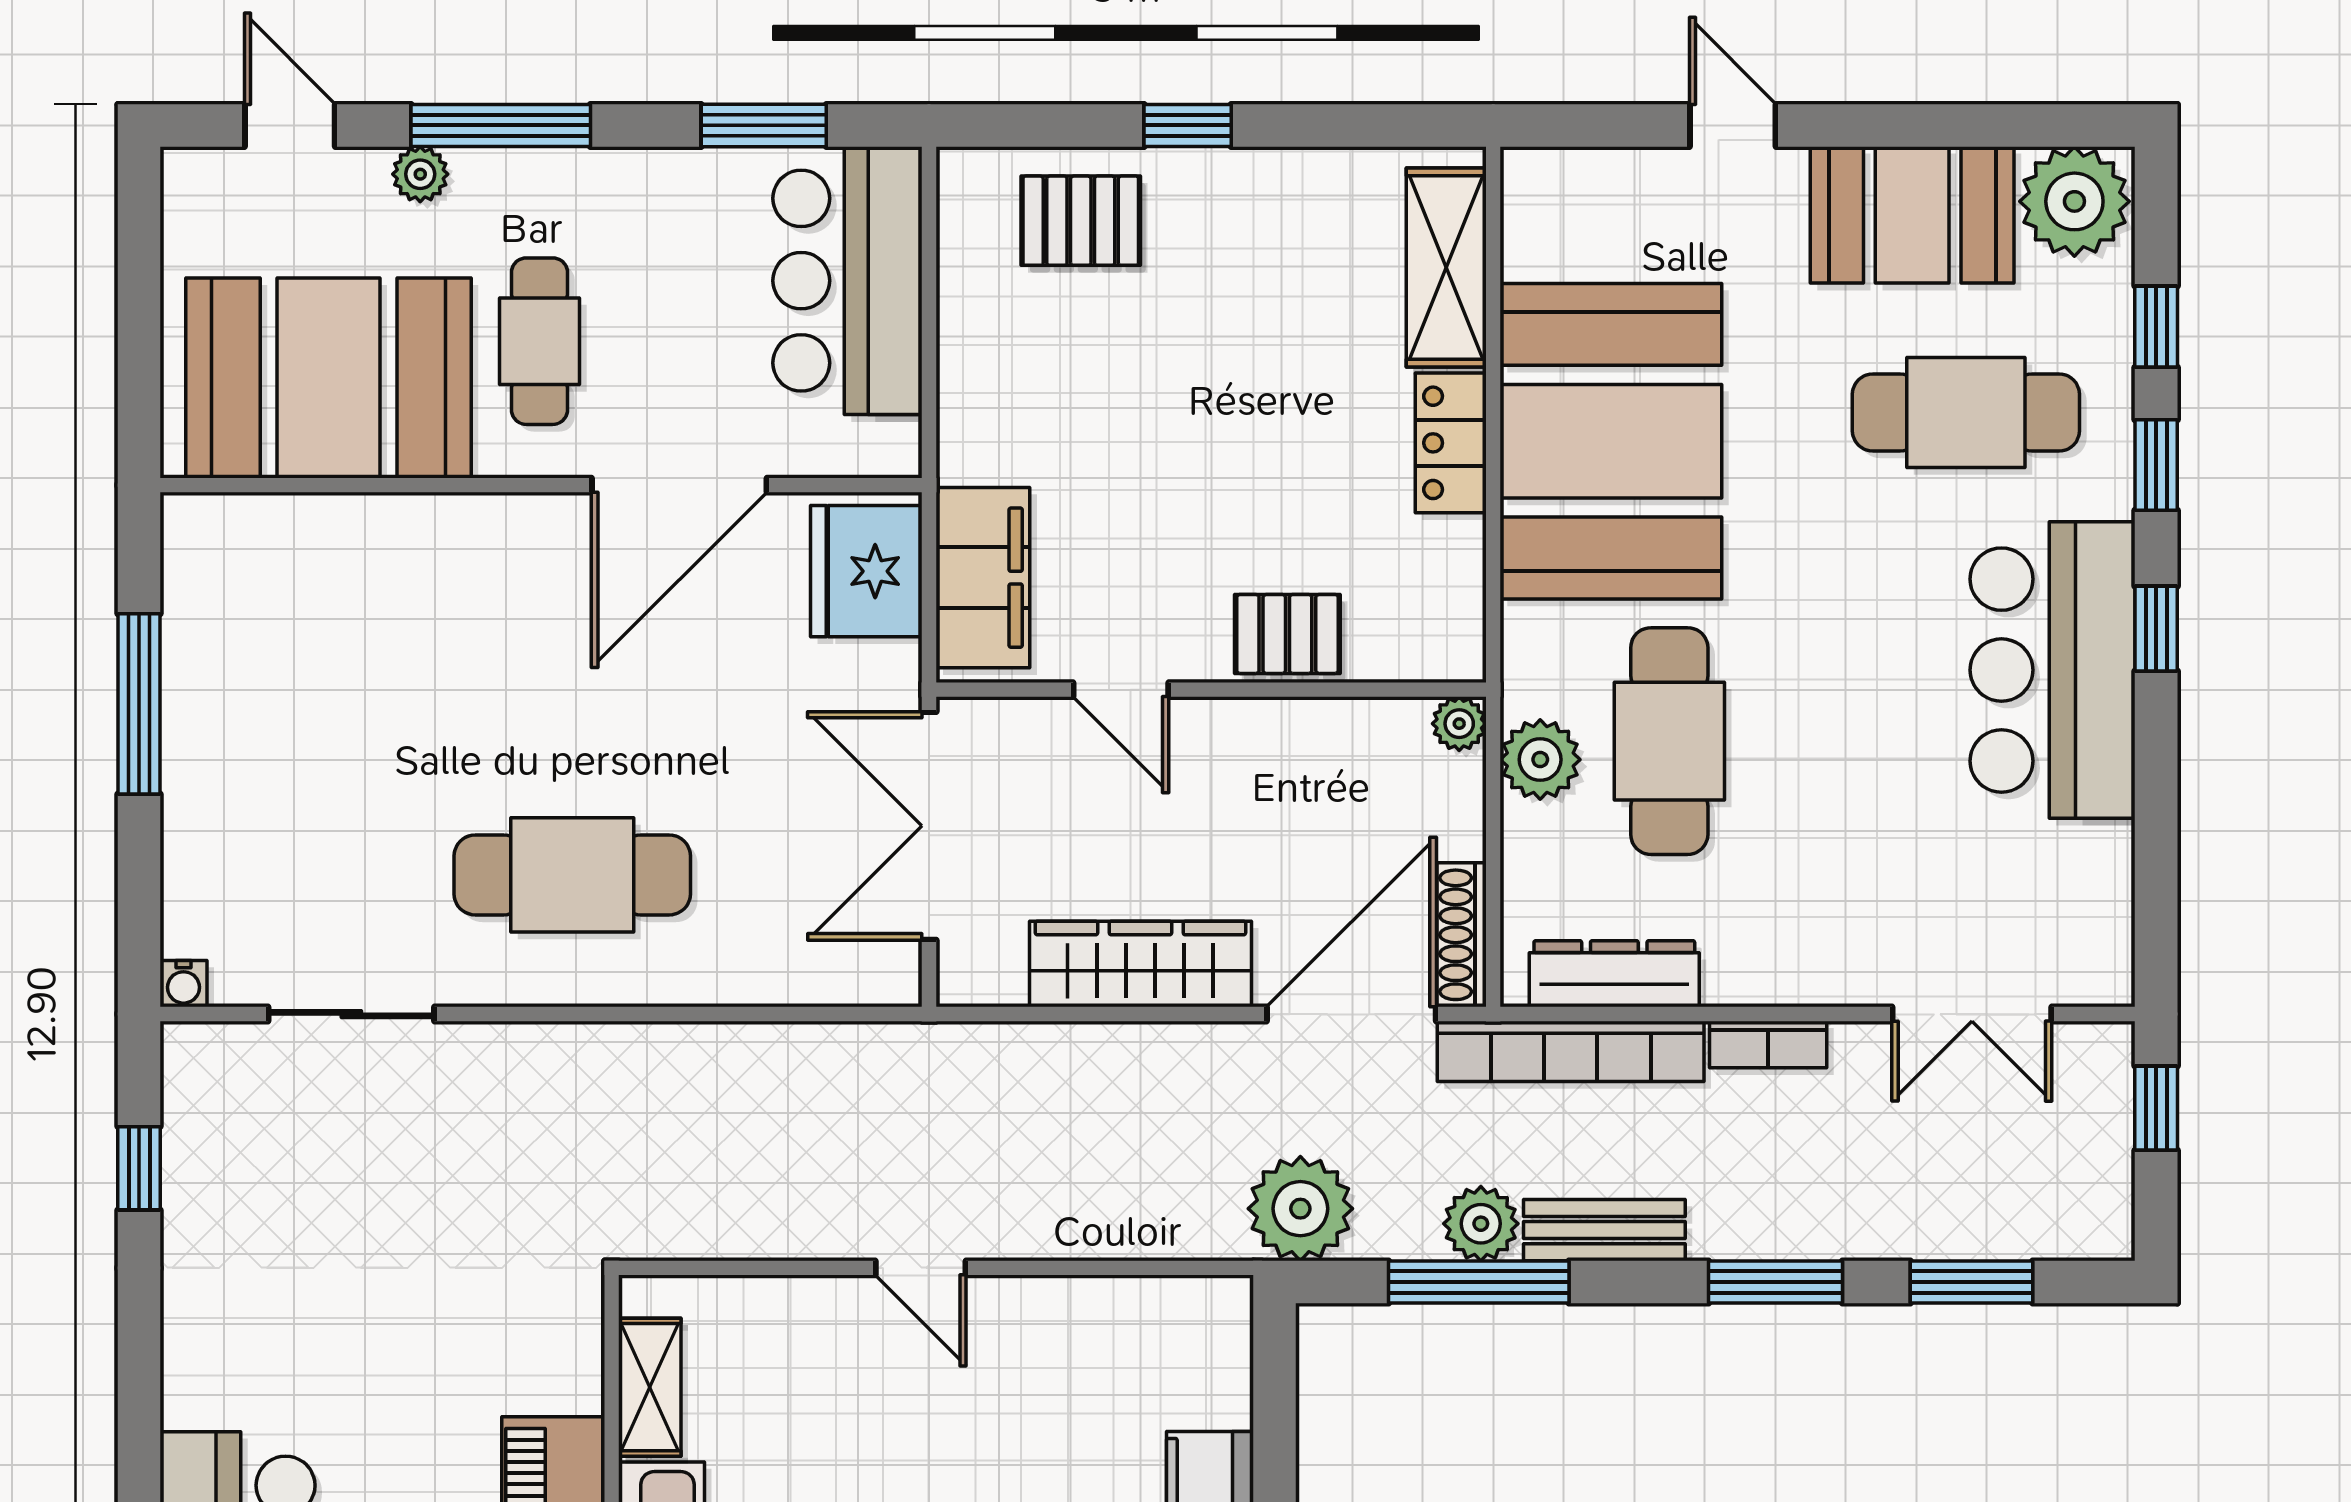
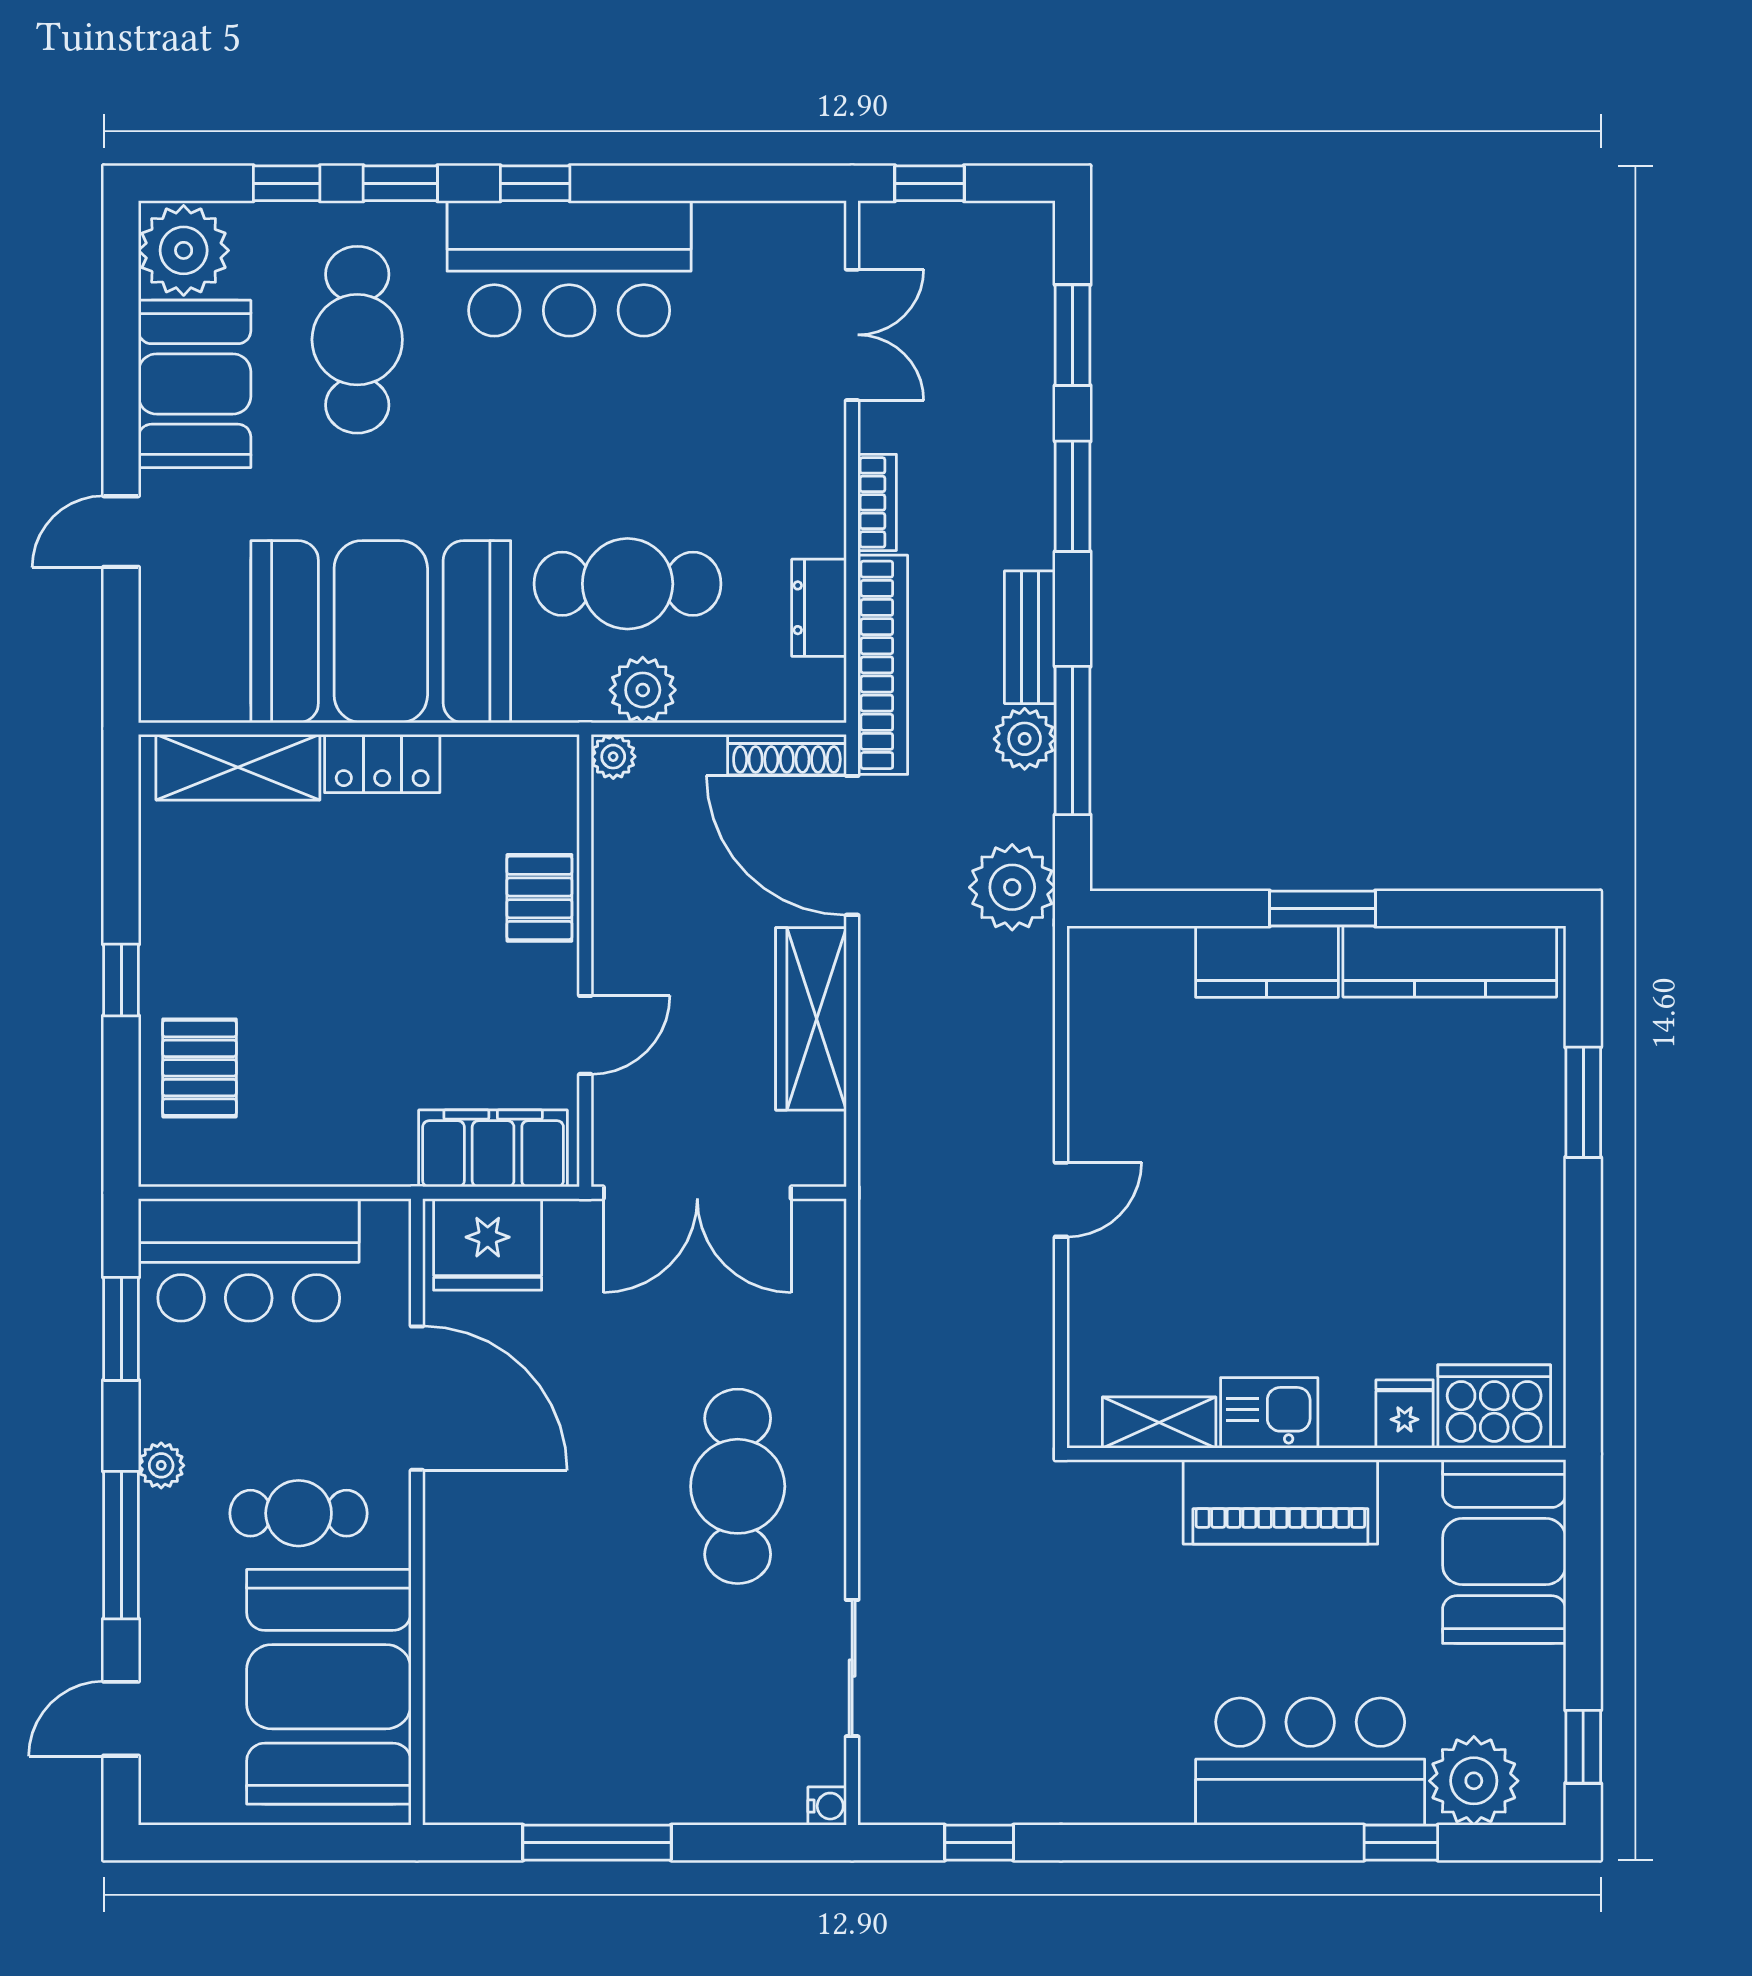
plant: (420, 174) -> (161, 1465), moved
dresser: (1614, 974) -> (819, 608), width x0.70

